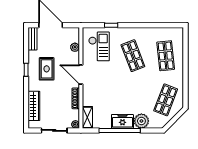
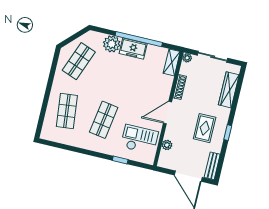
checkout: (99, 46) -> (139, 139), turned 90
shop shelf: (133, 56) -> (104, 120), turned 30
door: (81, 75) -> (167, 113), swing flipped

